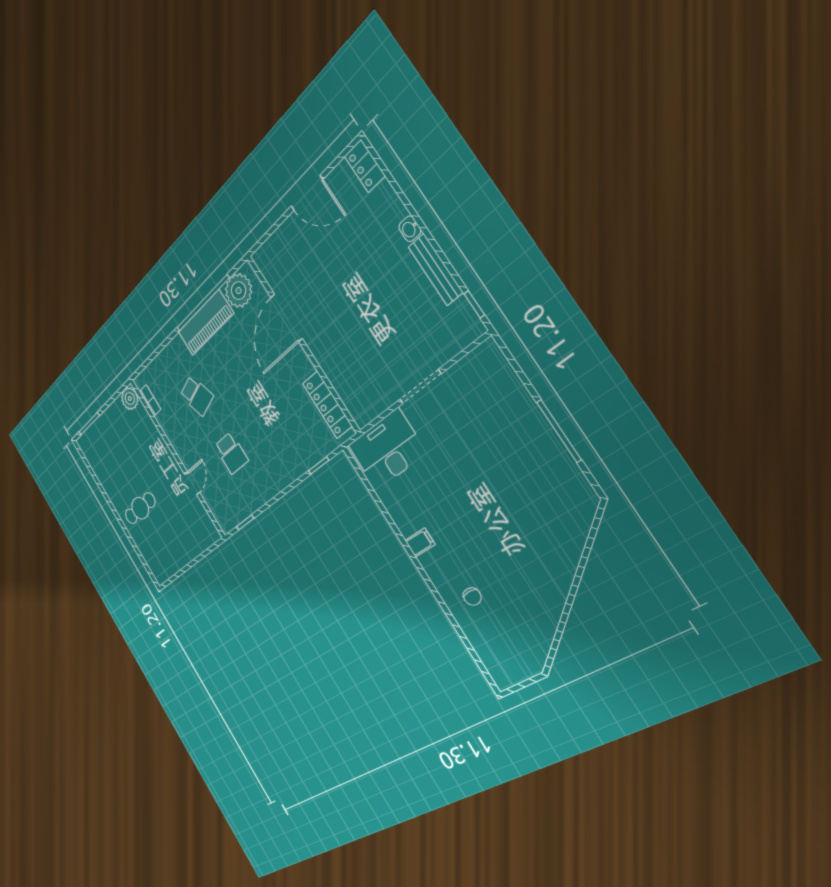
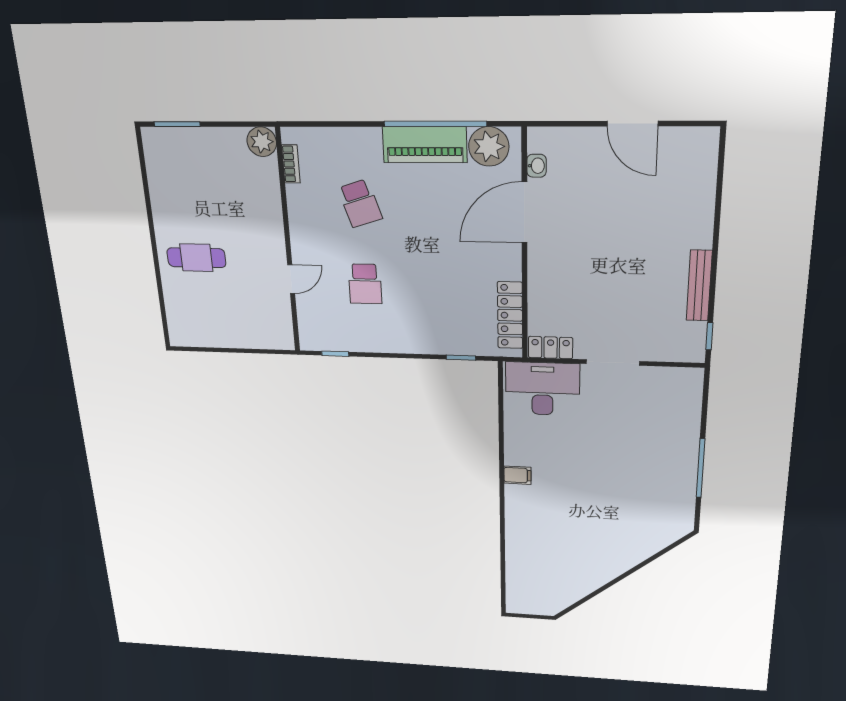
locker: (365, 166) -> (551, 348), moved, turned 90
washbasin: (410, 229) -> (537, 166), moved, turned 180
chair: (472, 597) -> (535, 538), removed

